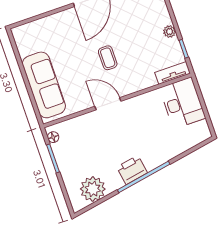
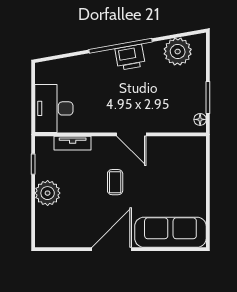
plant: (170, 32) -> (48, 193), width x1.87, depth x1.87
tv unit: (173, 73) -> (73, 143), moved
sofa: (44, 85) -> (170, 232), moved, turned 90

